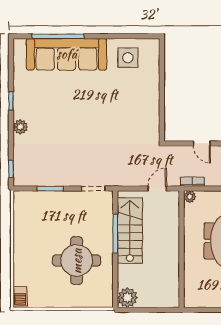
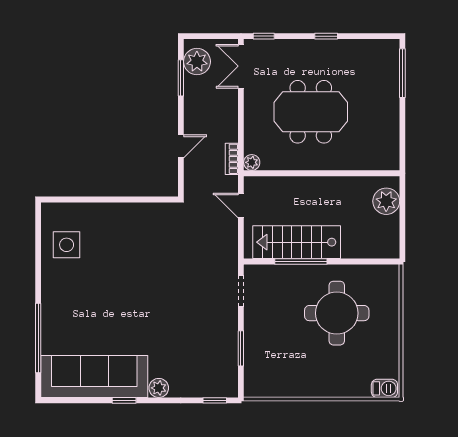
sofa: (67, 54) -> (94, 376), moved, turned -90
plant: (127, 298) -> (386, 201), moved

